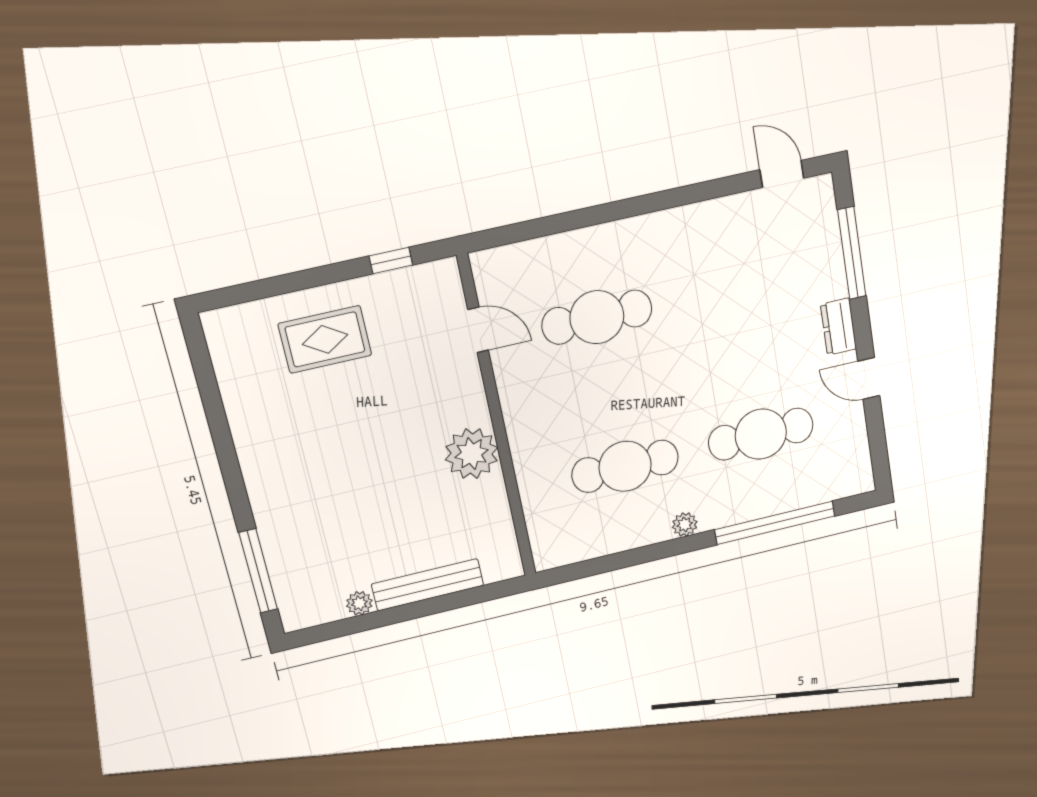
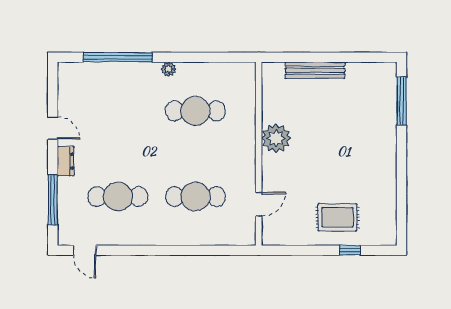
window: (391, 261) -> (350, 250), moved
door: (478, 330) -> (259, 204), swing flipped
cafe table: (761, 434) -> (118, 197), moved
plant: (359, 603) -> (353, 69), removed

